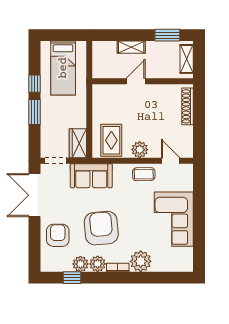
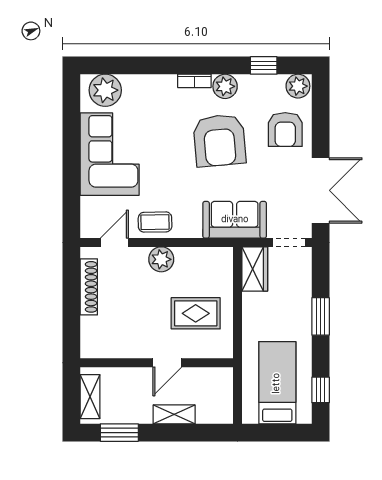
window: (34, 84) -> (321, 390), moved
shoe rack: (188, 106) -> (89, 287), moved
rug: (111, 140) -> (196, 313), moved, turned 90
door: (171, 161) -> (114, 242), swing flipped
plant: (141, 261) -> (105, 90), moved
plant: (80, 264) -> (298, 86), moved

